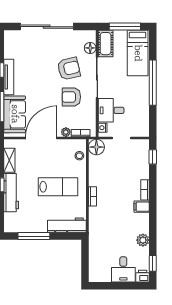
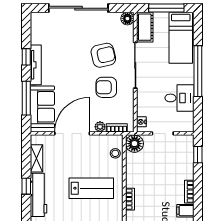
floor lamp: (90, 48) -> (127, 19), moved
desk: (111, 110) -> (179, 98), moved, turned 180

